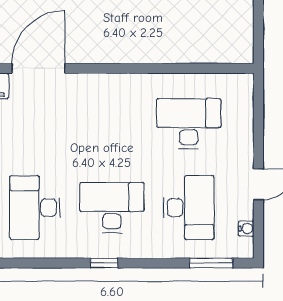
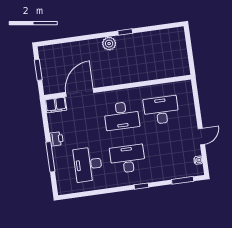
desk: (189, 208) -> (122, 116), moved, turned 90
window: (104, 263) -> (141, 186), moved

